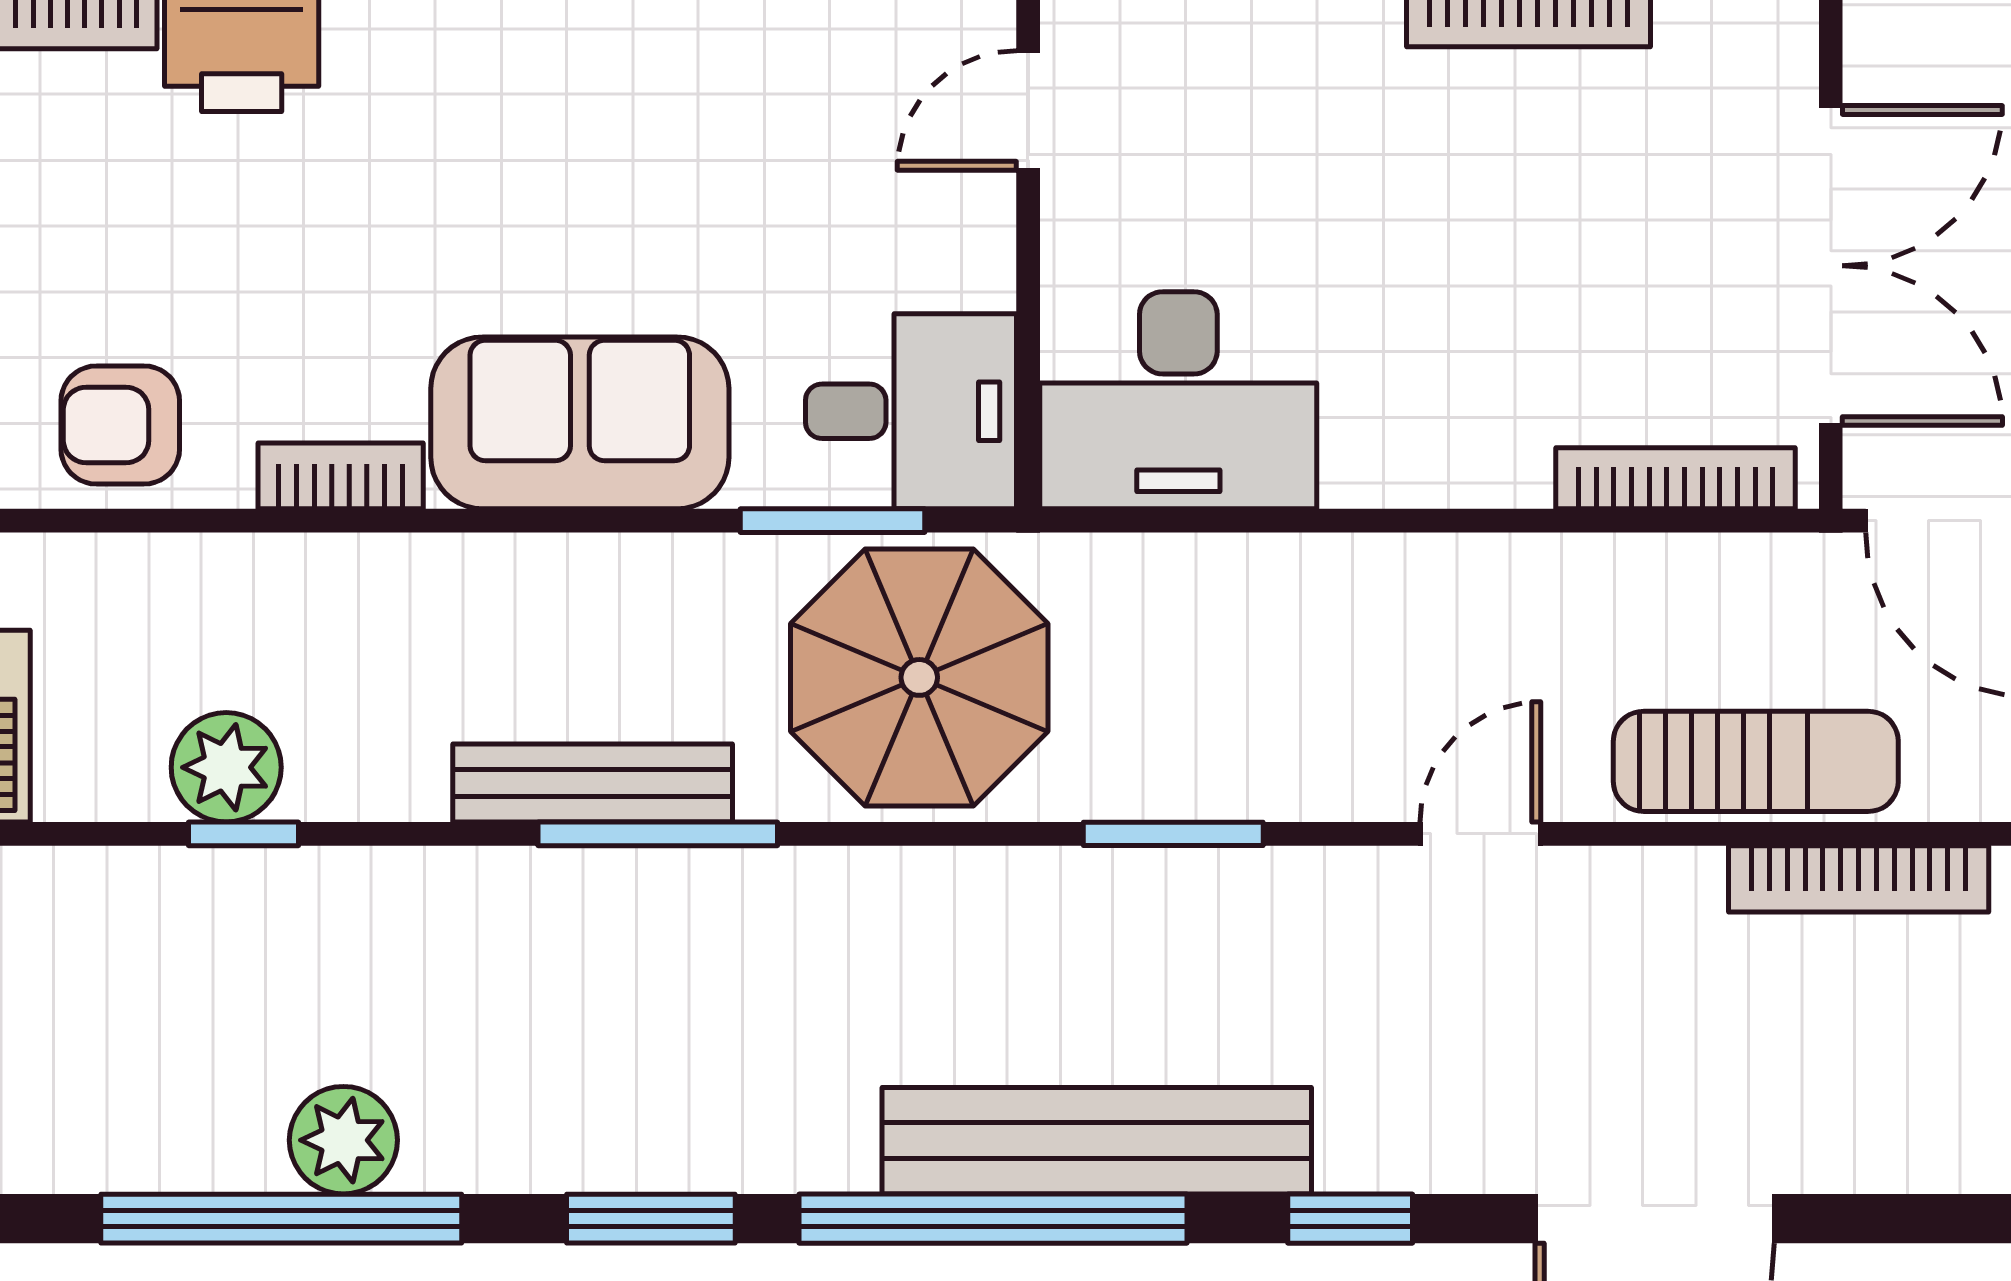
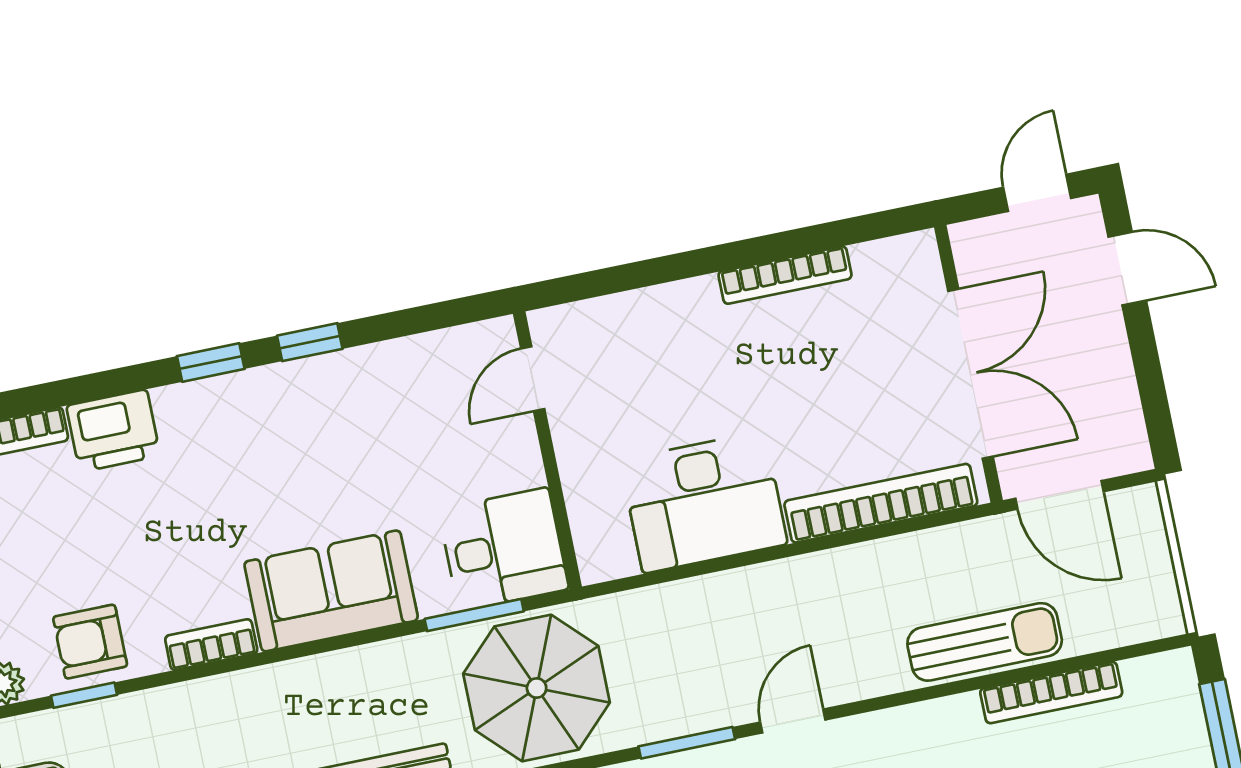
desk: (1178, 400) -> (704, 502), moved
bookcase: (1676, 478) -> (881, 503), width x1.48, depth x1.31
window: (89, 521) -> (84, 695), added
door: (1480, 834) -> (793, 721), moved

